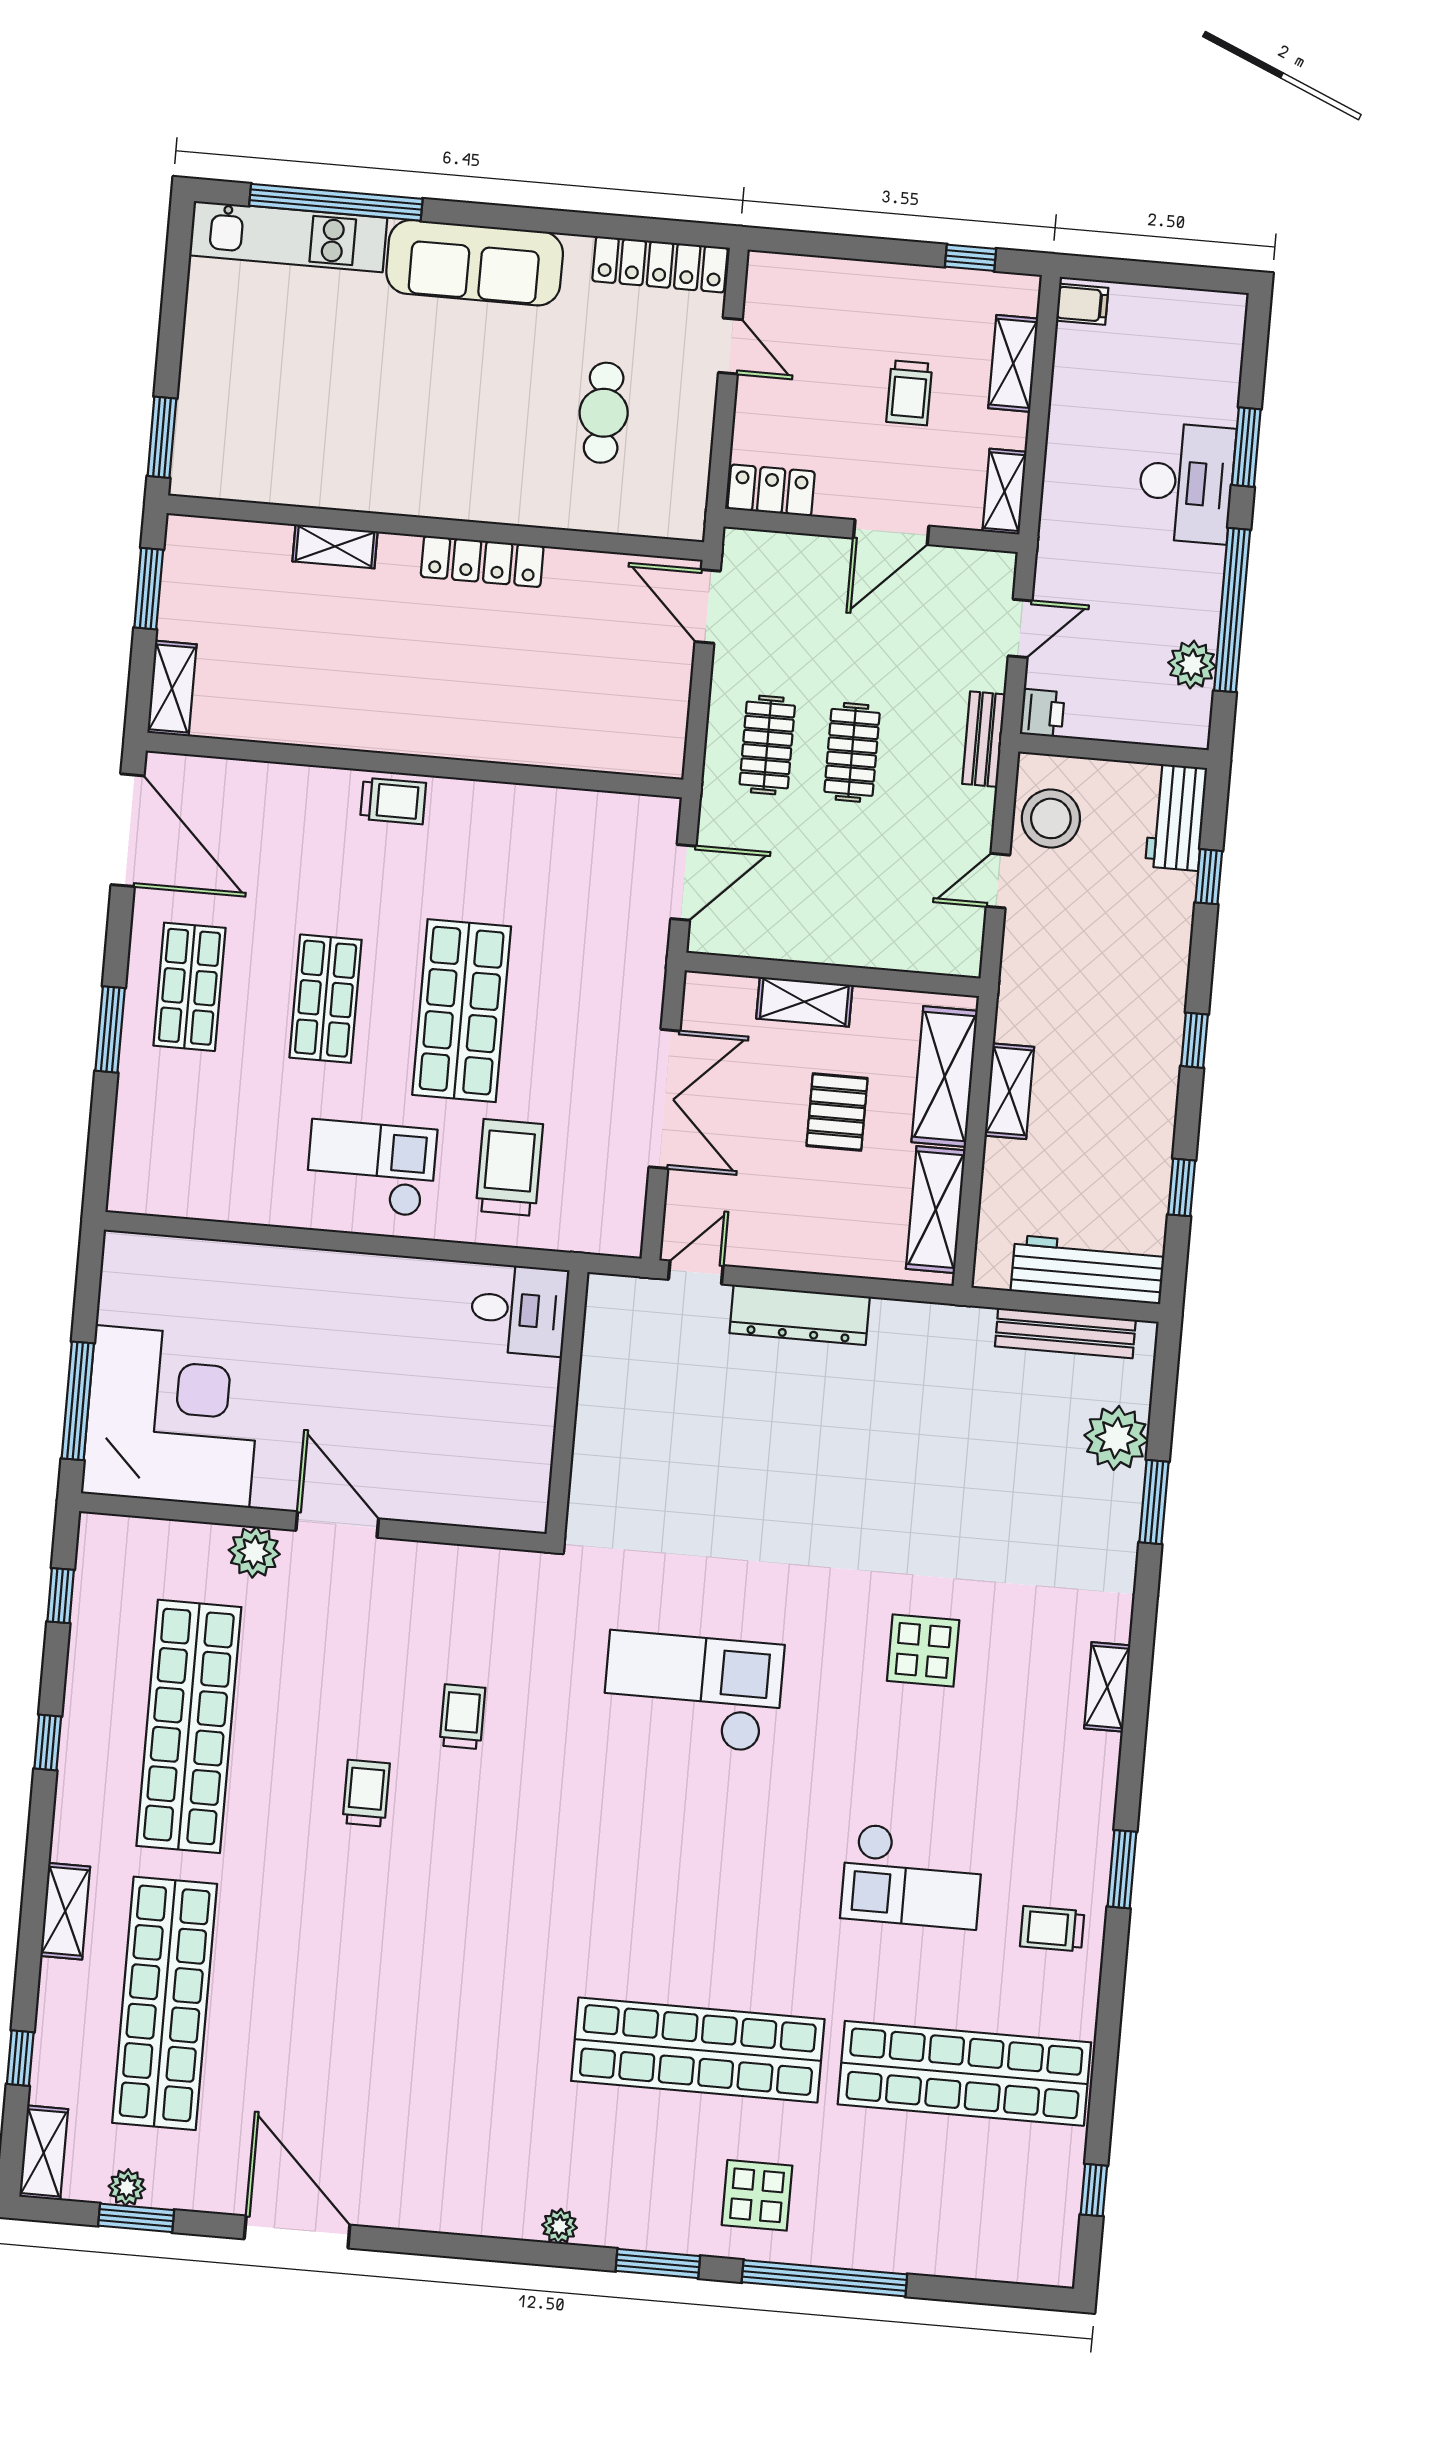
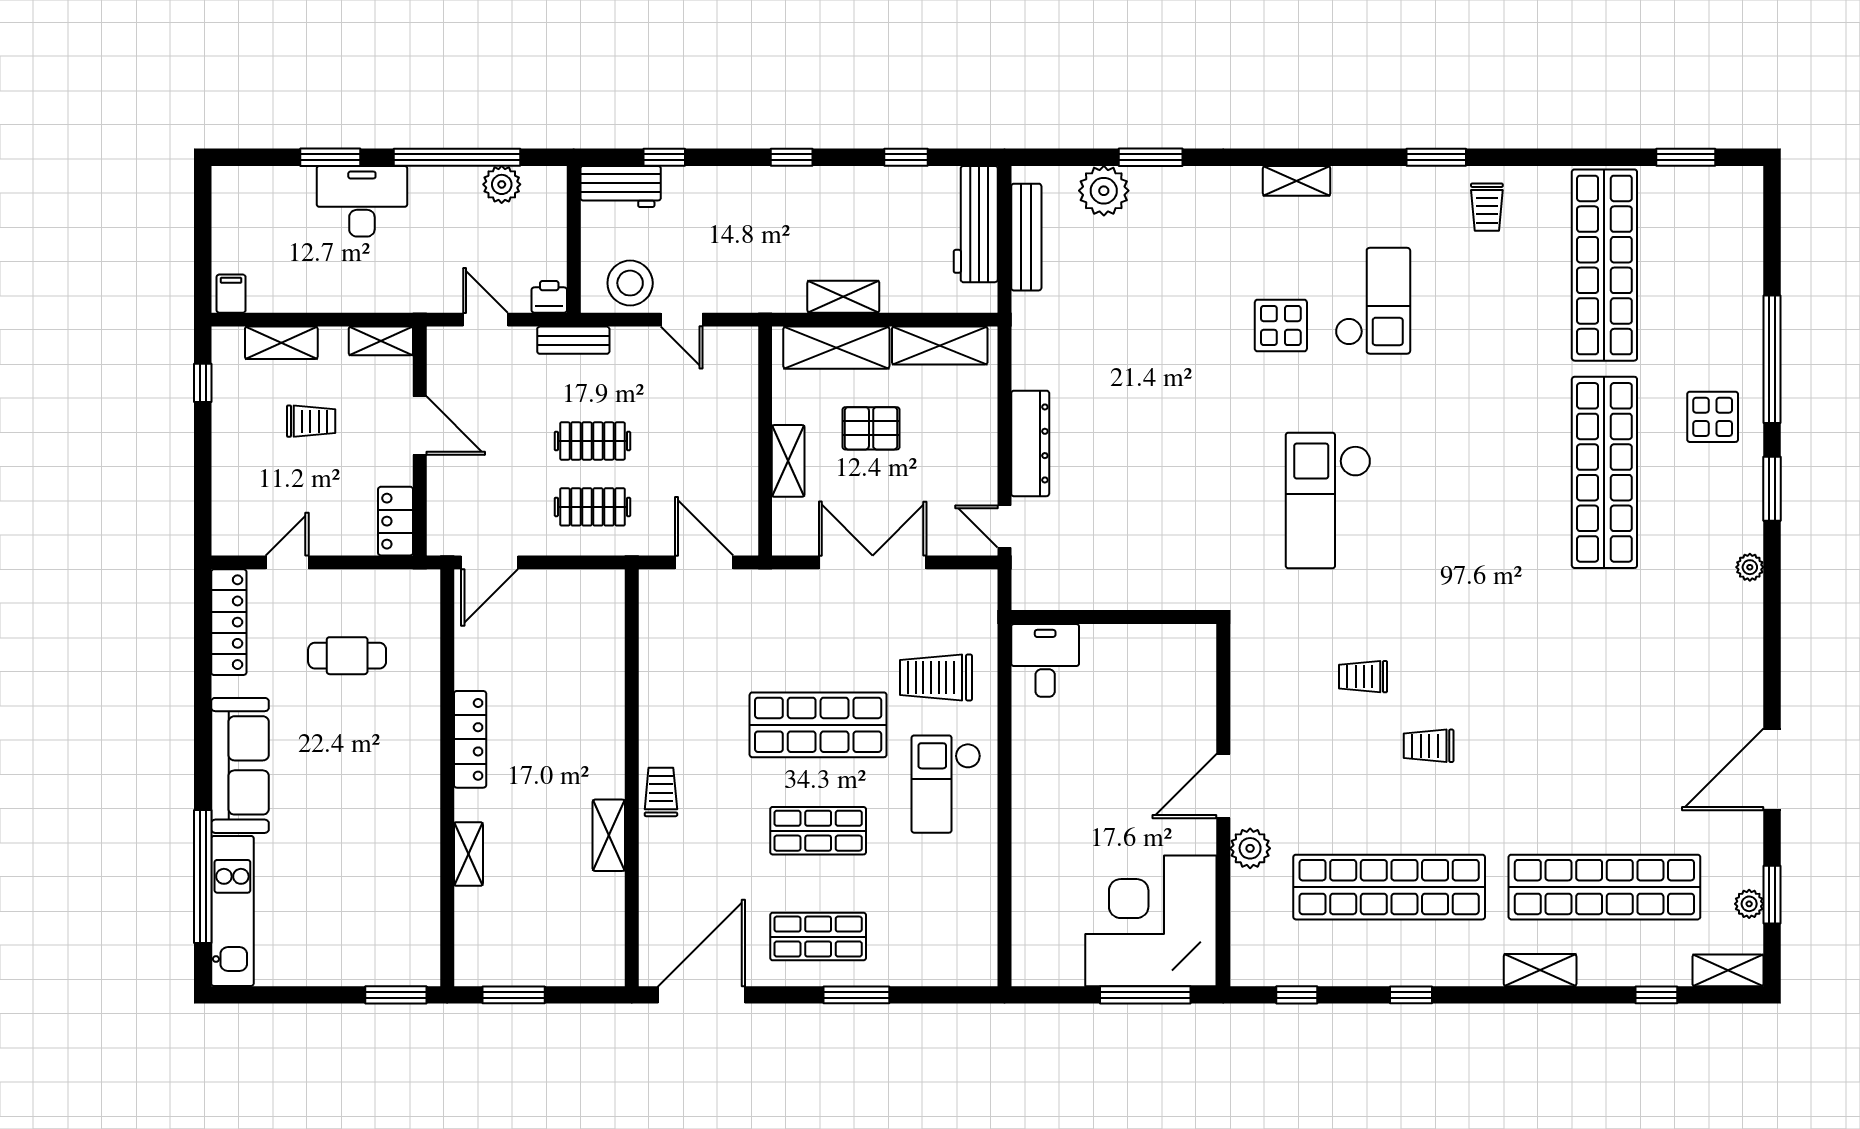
shelving: (172, 689) -> (609, 835), moved, turned 90
checkout: (912, 1876) -> (1373, 301), moved
window: (1094, 2190) -> (1686, 157), width x1.50

